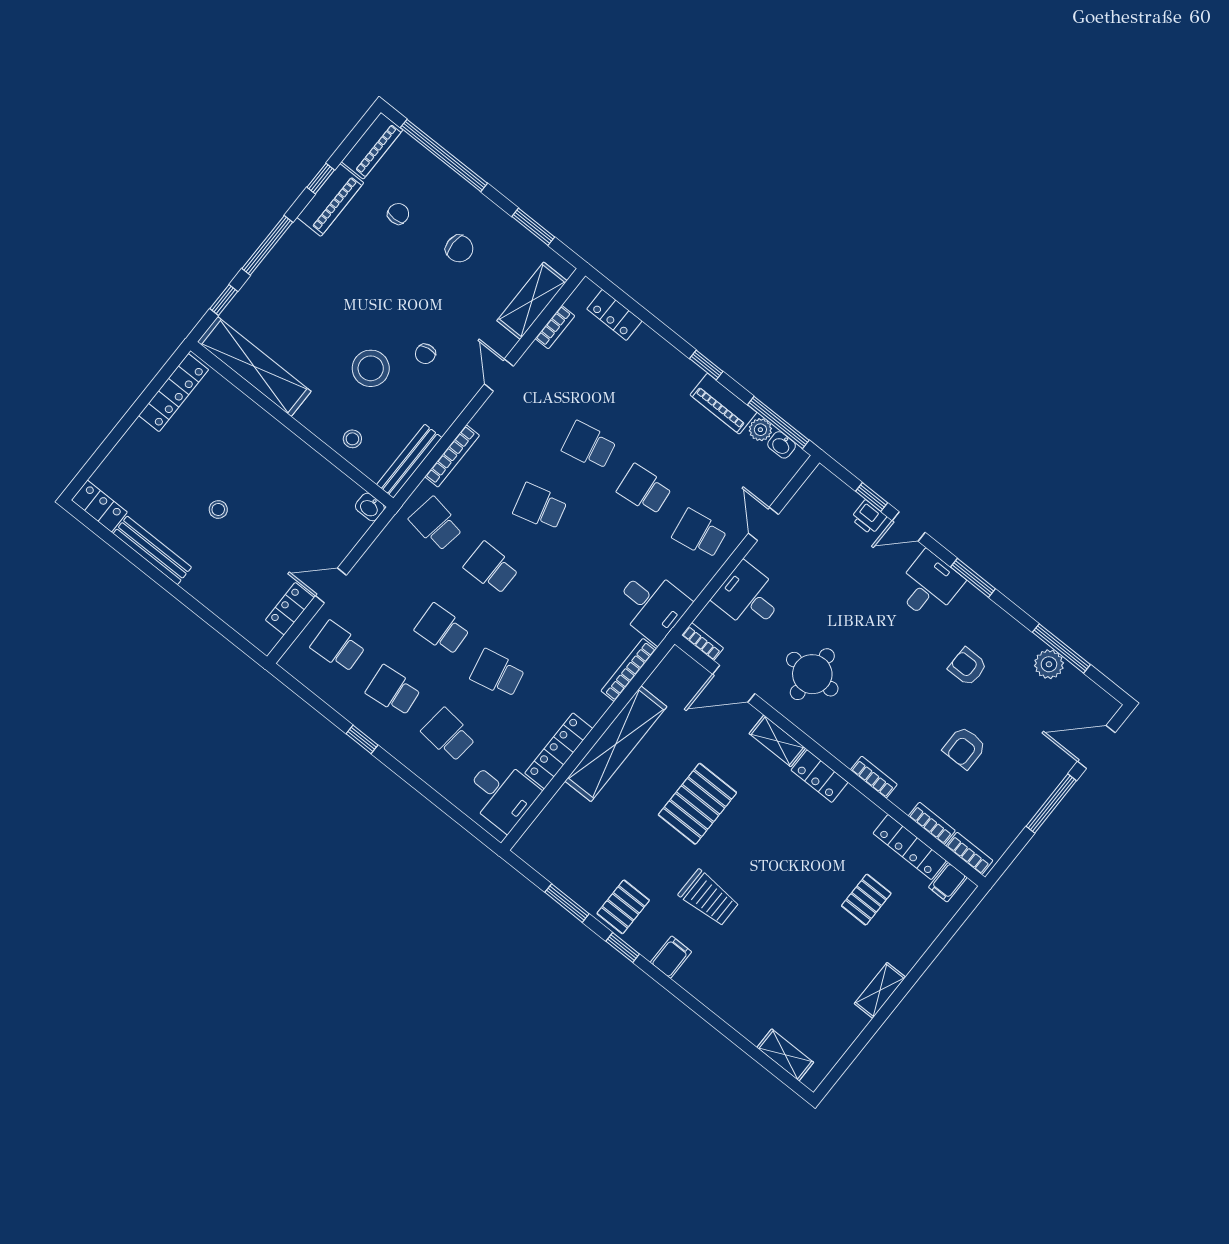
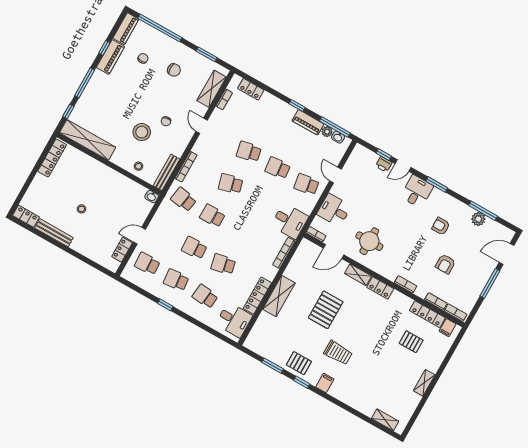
shelving: (616, 744) -> (279, 296), width x0.68
pallet: (866, 900) -> (411, 342), turned 90
pallet: (623, 907) -> (299, 363), turned 90

